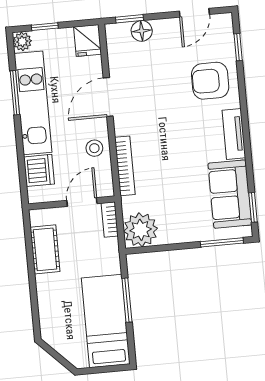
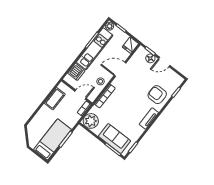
door: (194, 13) -> (164, 62), moved
sofa: (230, 194) -> (115, 139), moved, turned 90

